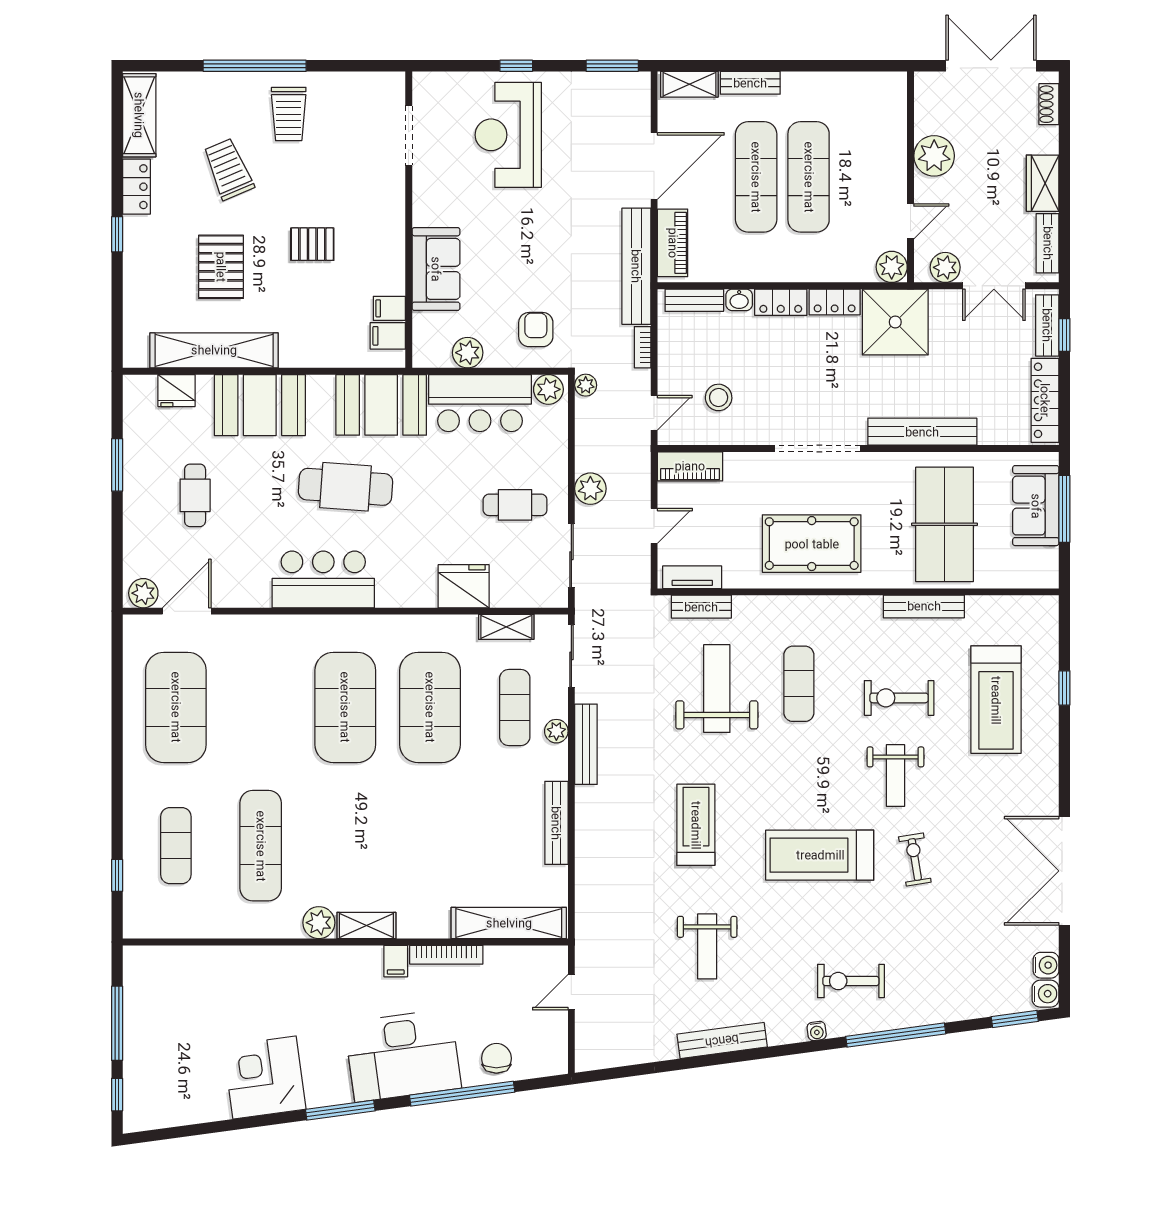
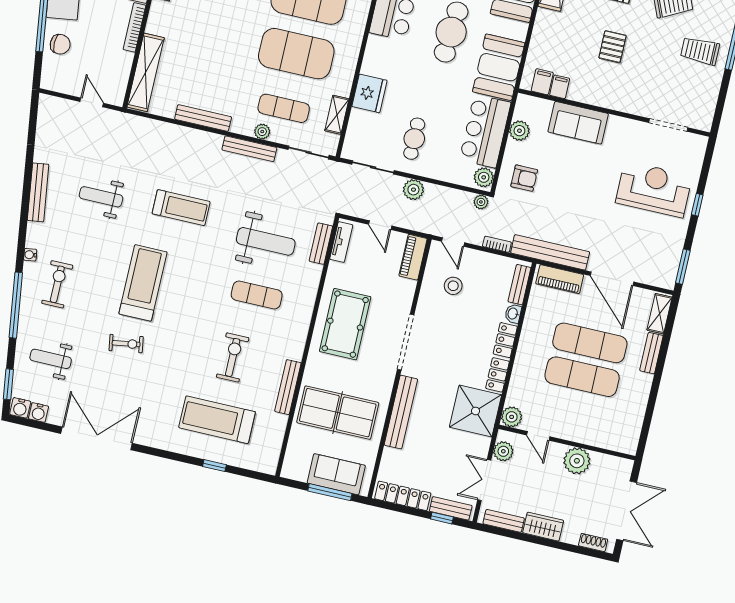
weight bench: (895, 775) -> (51, 359), moved

